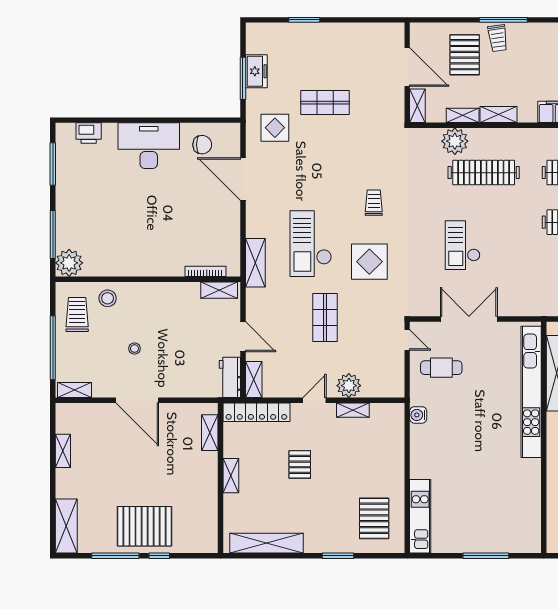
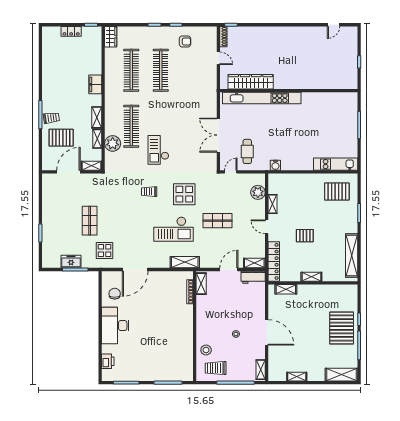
checkout: (463, 245) -> (158, 150), moved, turned 90
plant: (69, 263) -> (185, 373), removed
plant: (349, 386) -> (258, 192), moved
door: (137, 400) -> (267, 332), hinge flipped

